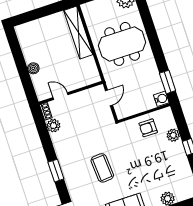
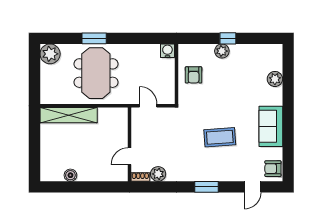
boiler: (33, 68) -> (70, 175), moved
window: (168, 82) -> (94, 38), moved
plant: (173, 135) -> (222, 51), moved

